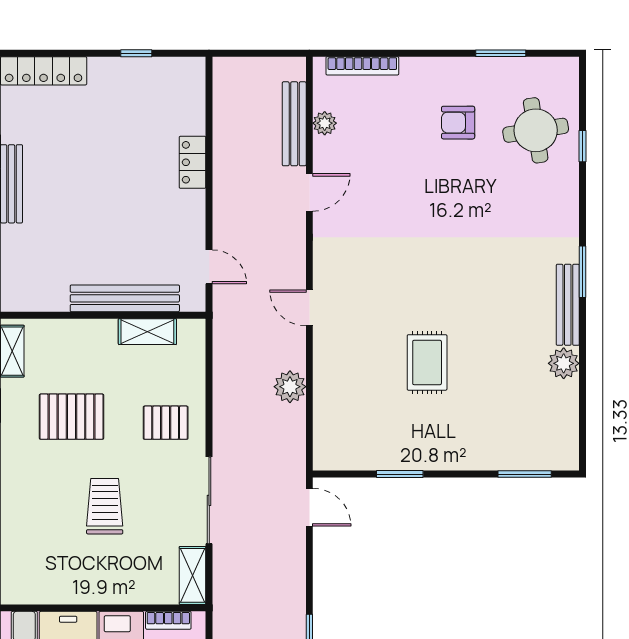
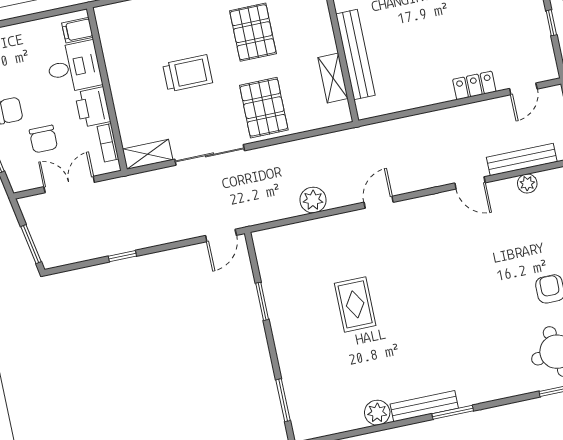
door: (209, 267) -> (523, 89), moved
rug: (427, 362) -> (355, 304), turned 90
pallet: (166, 423) -> (264, 108), width x1.50, depth x1.42

